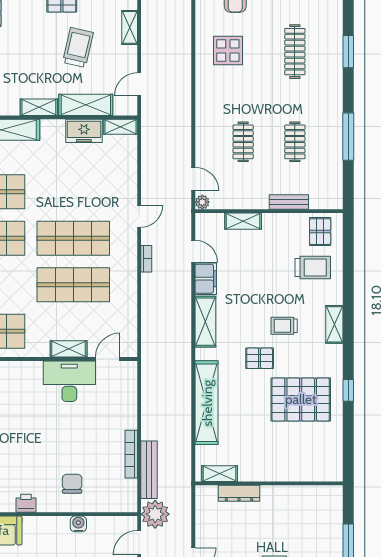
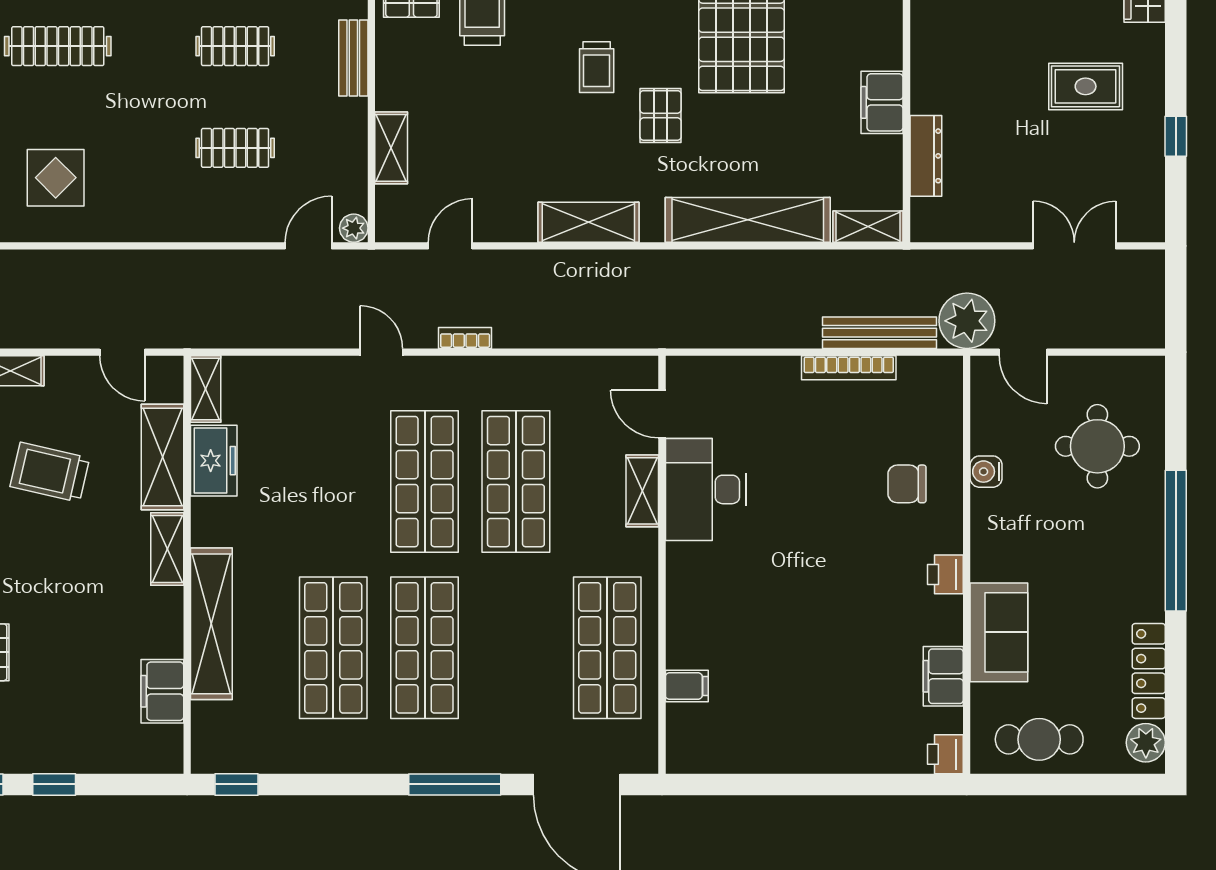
filing cabinet: (206, 279) -> (882, 102), moved, turned -90
shelving: (220, 474) -> (868, 227), moved, turned 90

